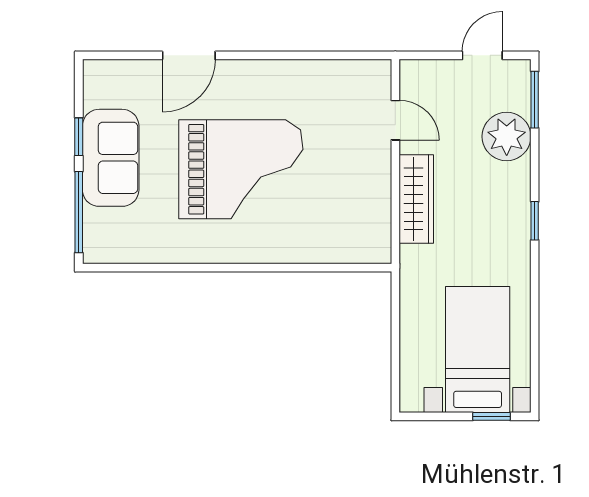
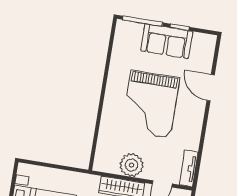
tv unit: (356, 73) -> (189, 168), added
plant: (368, 187) -> (132, 165), added

